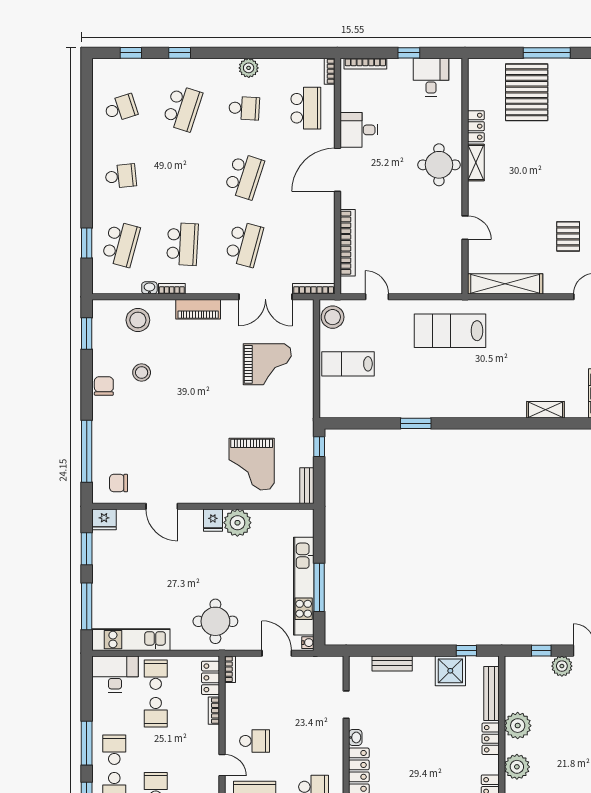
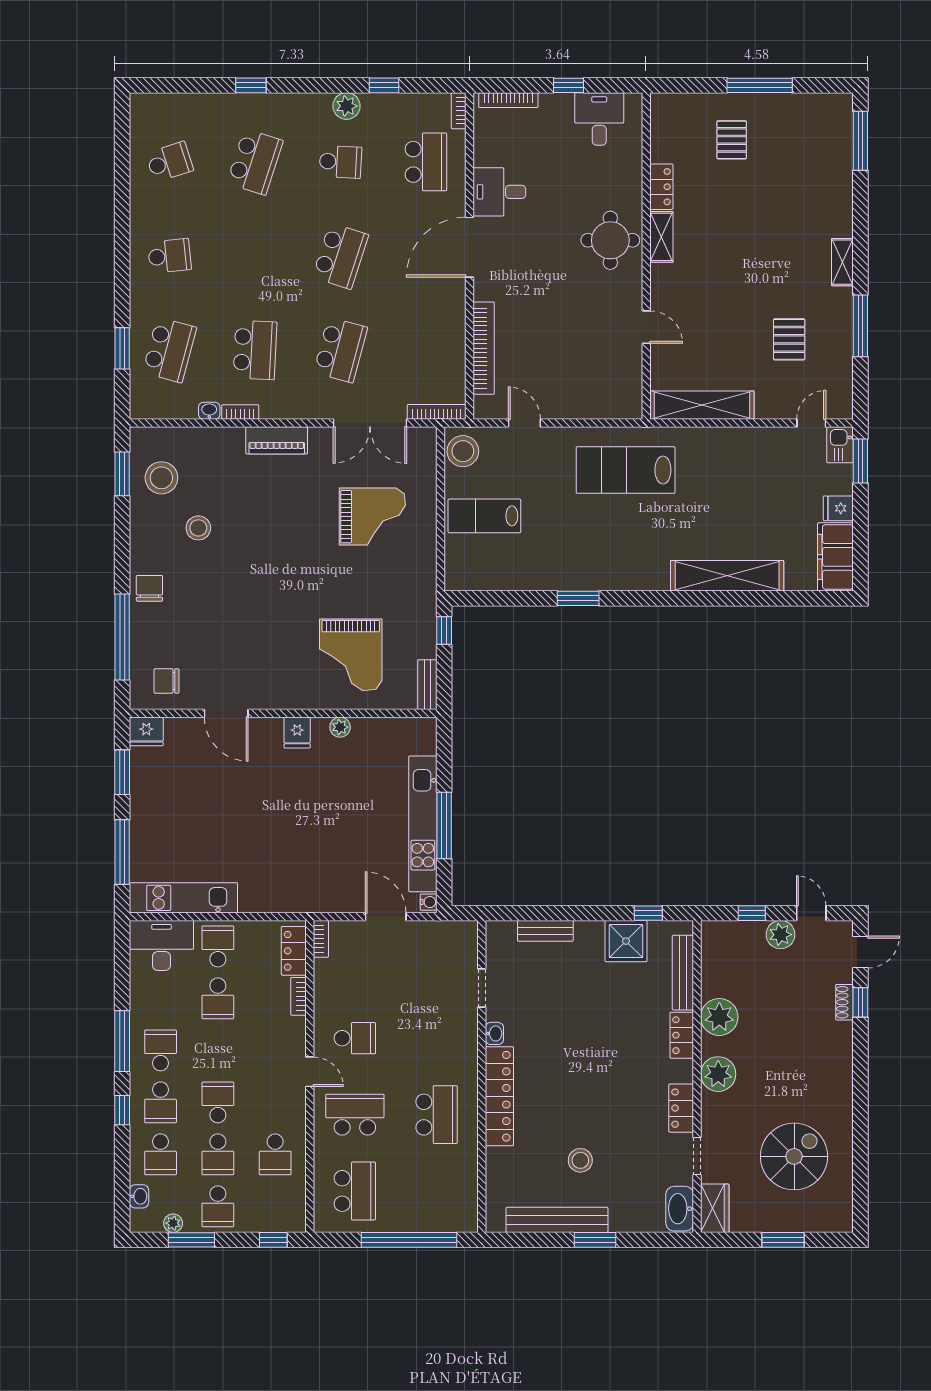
window: (131, 53) -> (384, 85), moved
pallet: (527, 92) -> (732, 140), width x0.49, depth x0.50
stool: (138, 320) -> (161, 478), moved
chair: (104, 386) -> (149, 588), moved
shelving: (546, 410) -> (727, 576), width x2.20, depth x1.33
plant: (237, 523) -> (340, 727), width x0.53, depth x0.53
round table: (215, 621) -> (301, 873), removed

